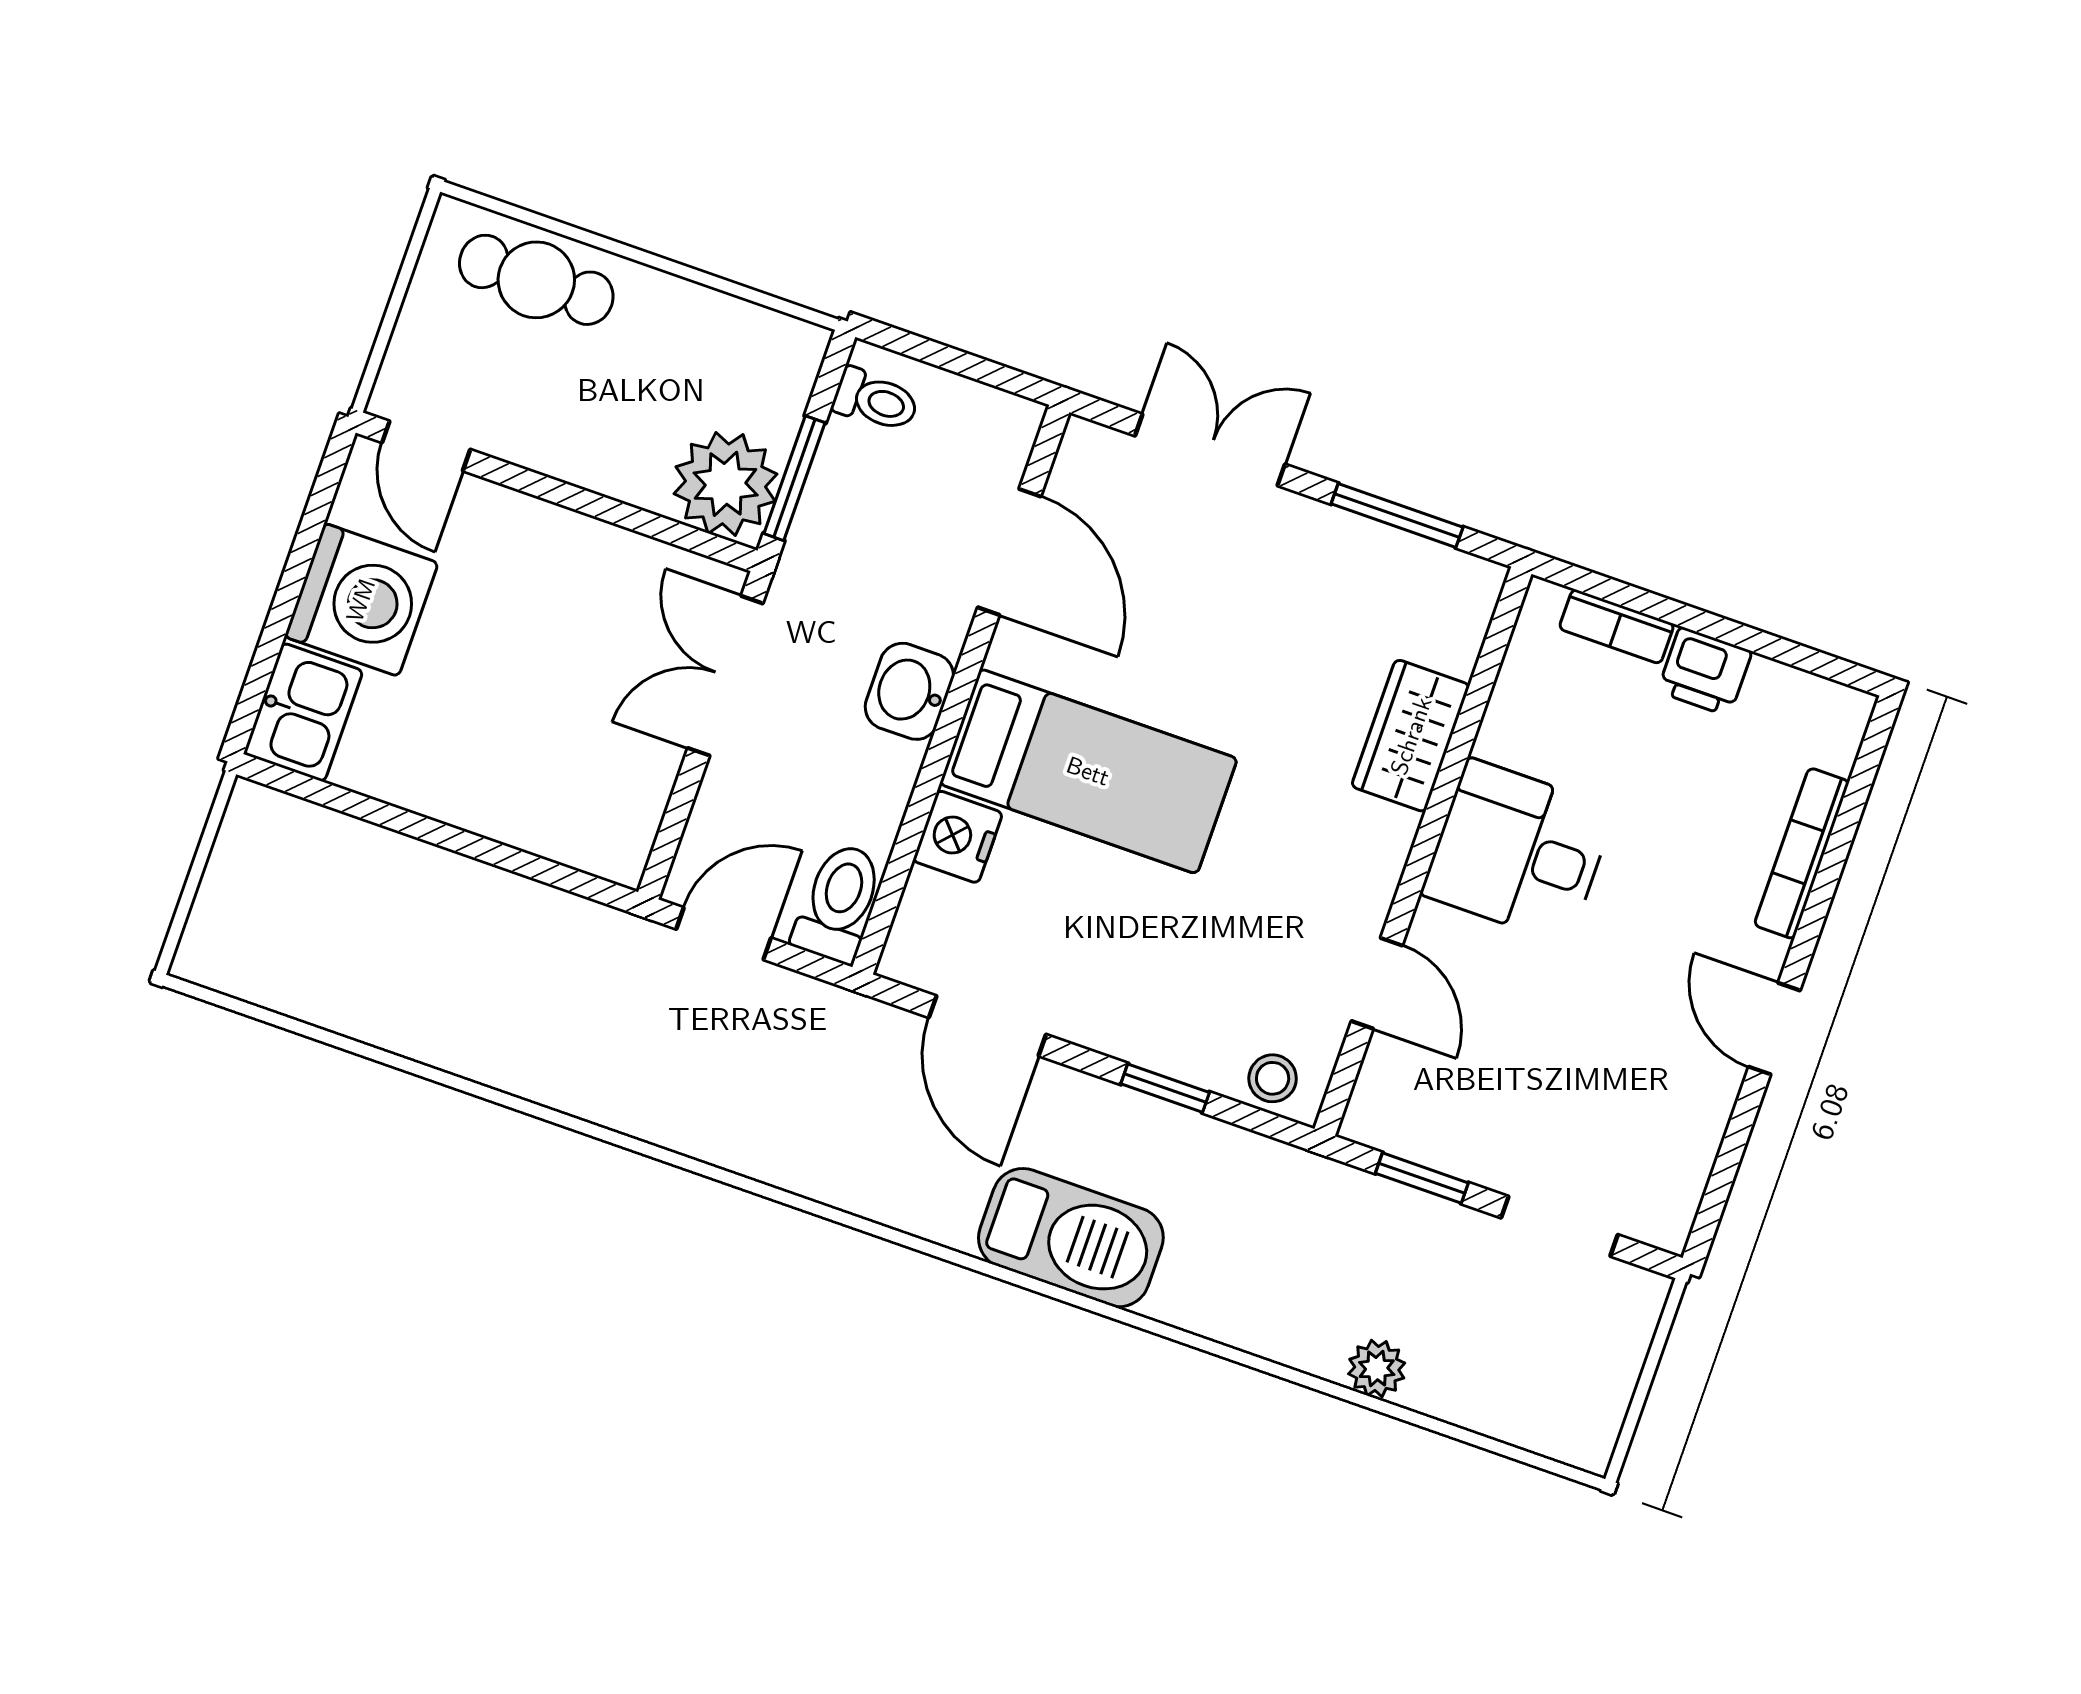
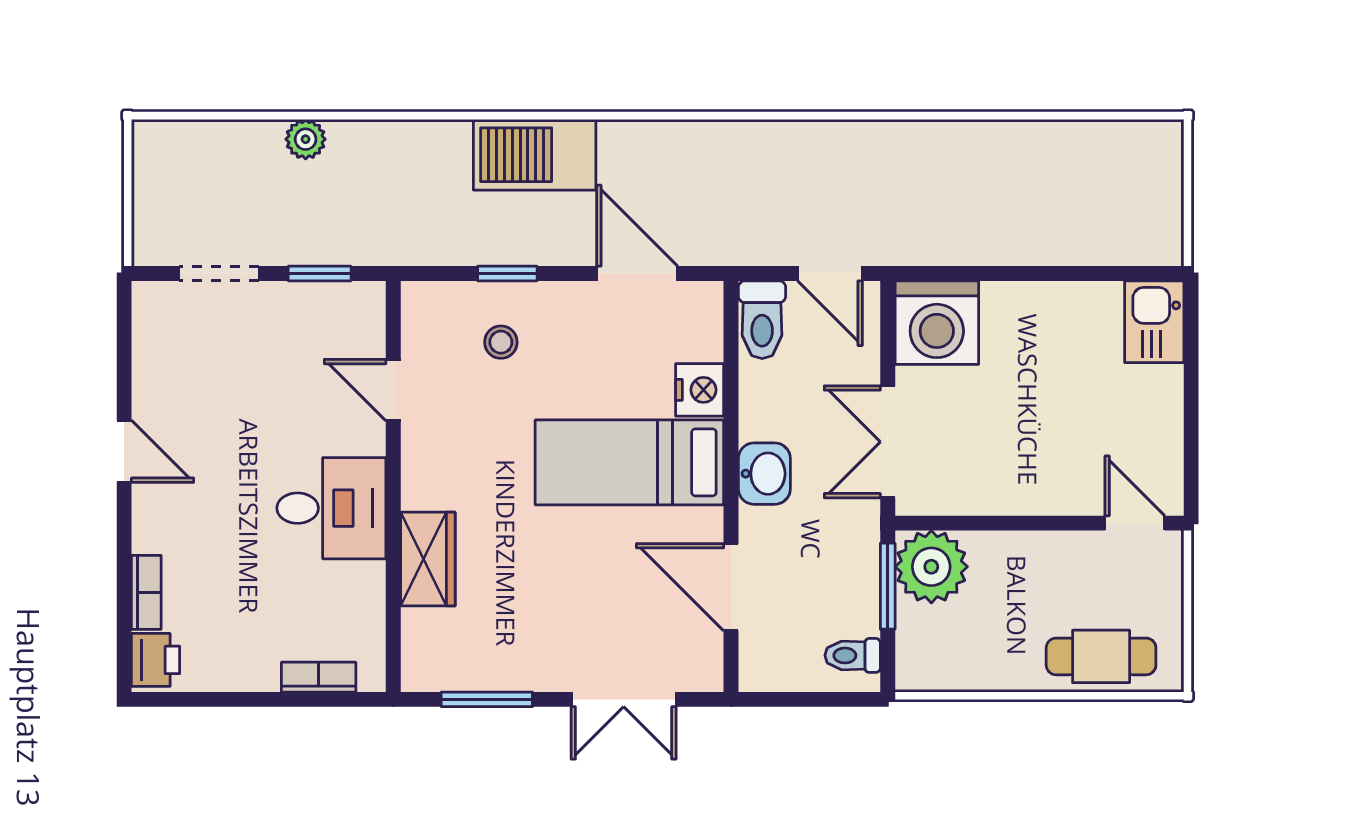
washing machine: (361, 600) -> (937, 323), moved, turned -90
printer: (1705, 671) -> (156, 660), moved, turned 90
double door: (725, 676) -> (888, 442), swing flipped
bookcase: (1802, 853) -> (146, 592), width x0.64
door: (724, 934) -> (830, 274), hinge flipped
stool: (1273, 1078) -> (501, 342), moved

